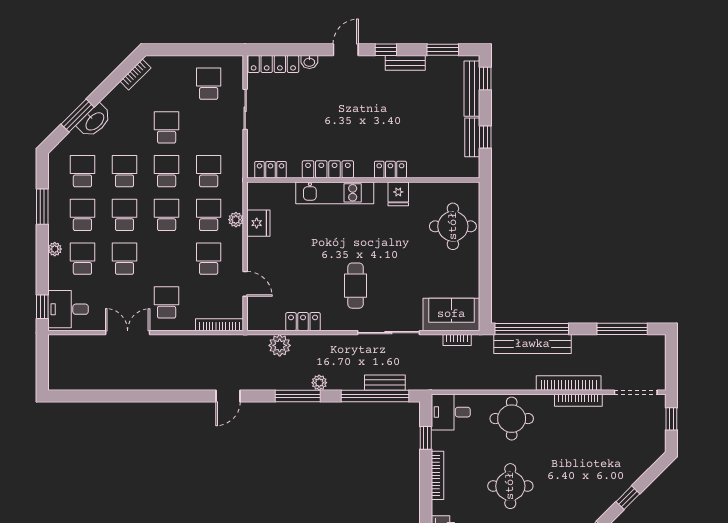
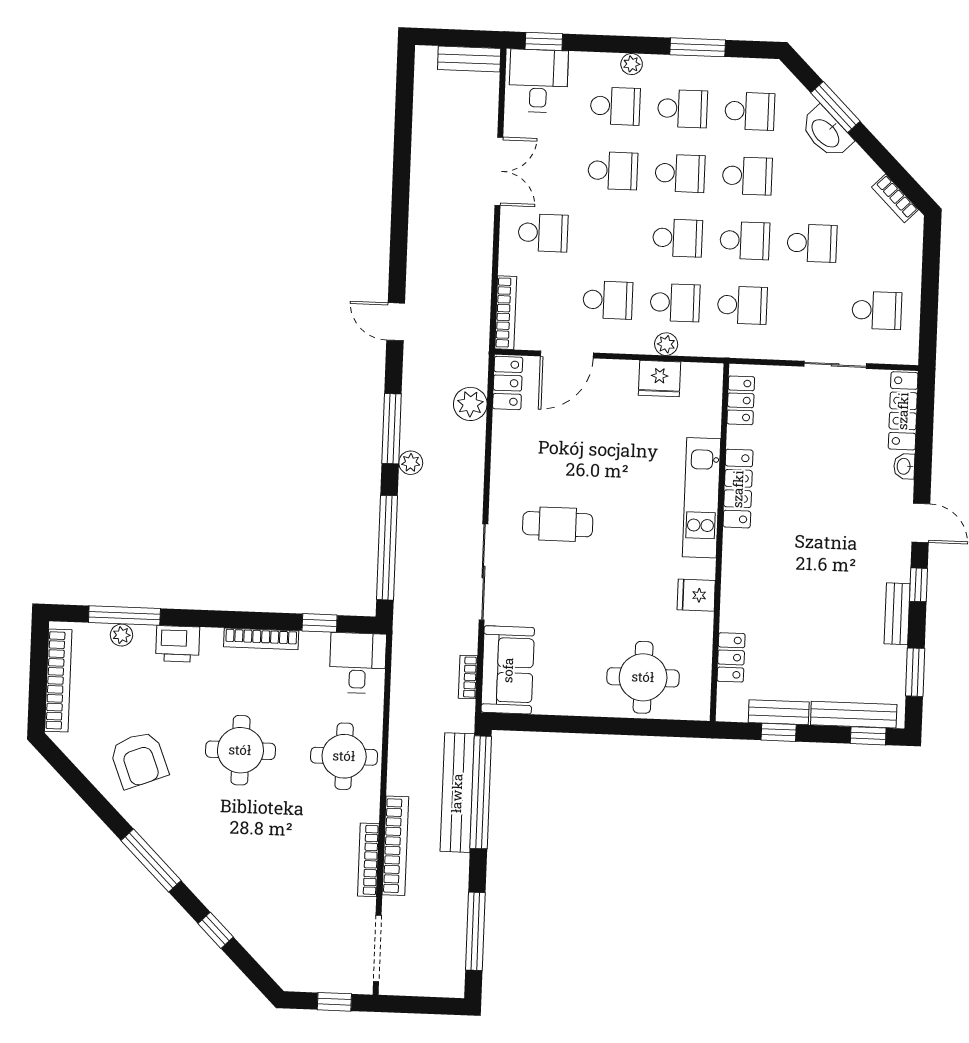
locker: (390, 170) -> (731, 657), moved
door: (245, 284) -> (567, 355), width x1.38
locker: (303, 322) -> (508, 383), moved
bench: (385, 383) -> (469, 59), moved, turned 90

